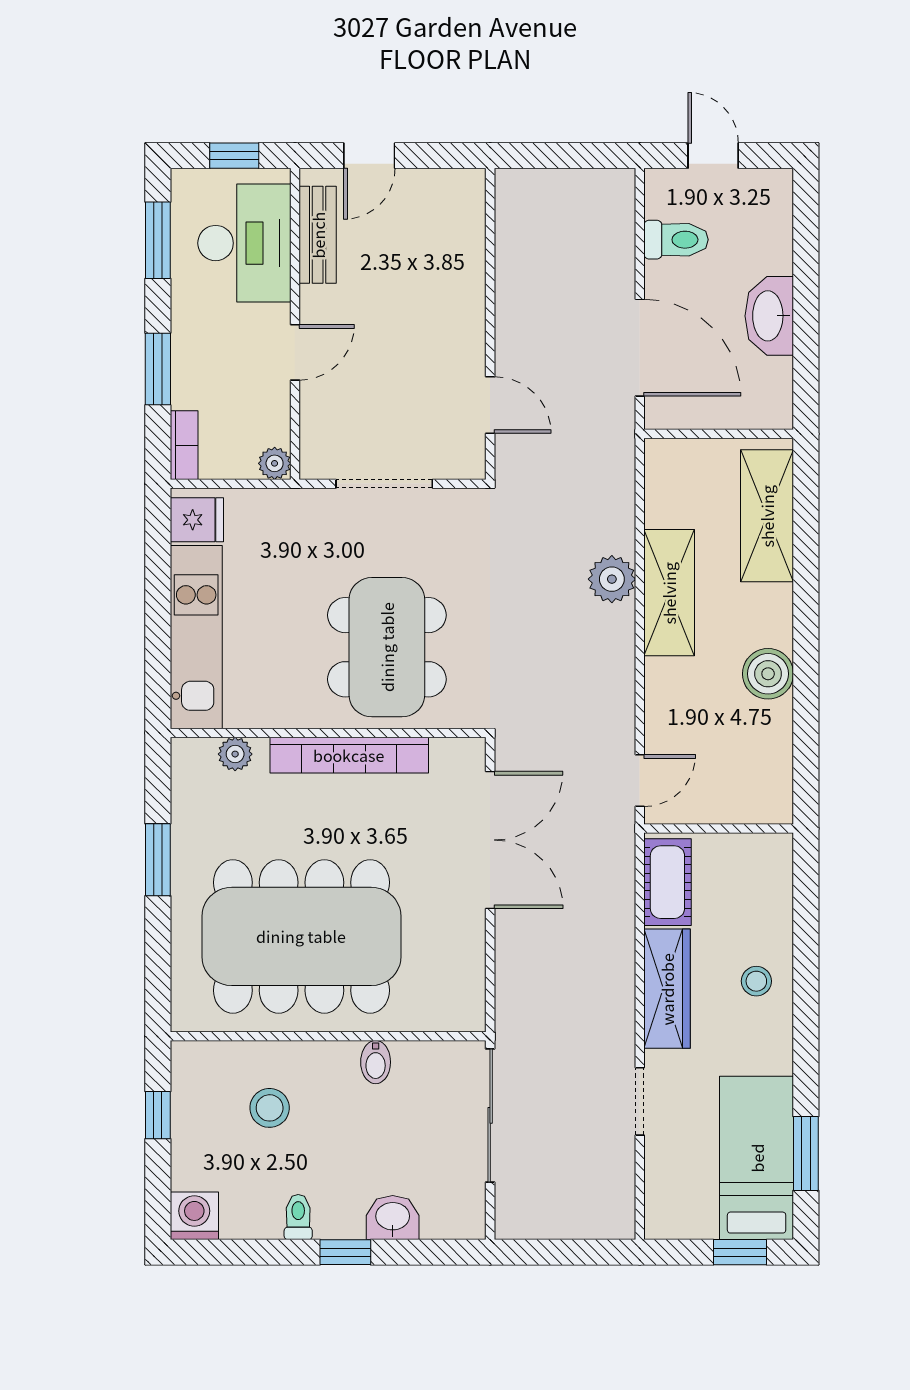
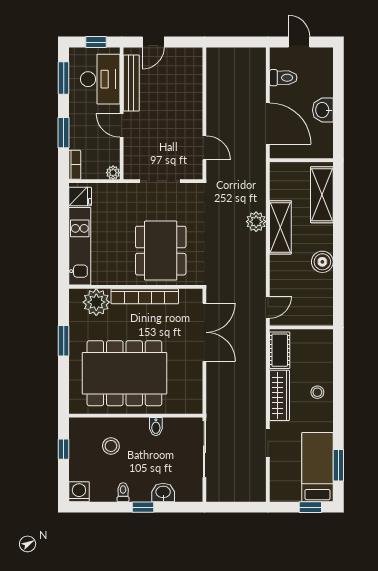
bench: (318, 235) -> (131, 83), width x1.36
washbasin: (769, 316) -> (323, 110), width x0.72
door: (295, 352) -> (122, 126), swing flipped
plant: (235, 754) -> (96, 302), width x1.87, depth x1.87

